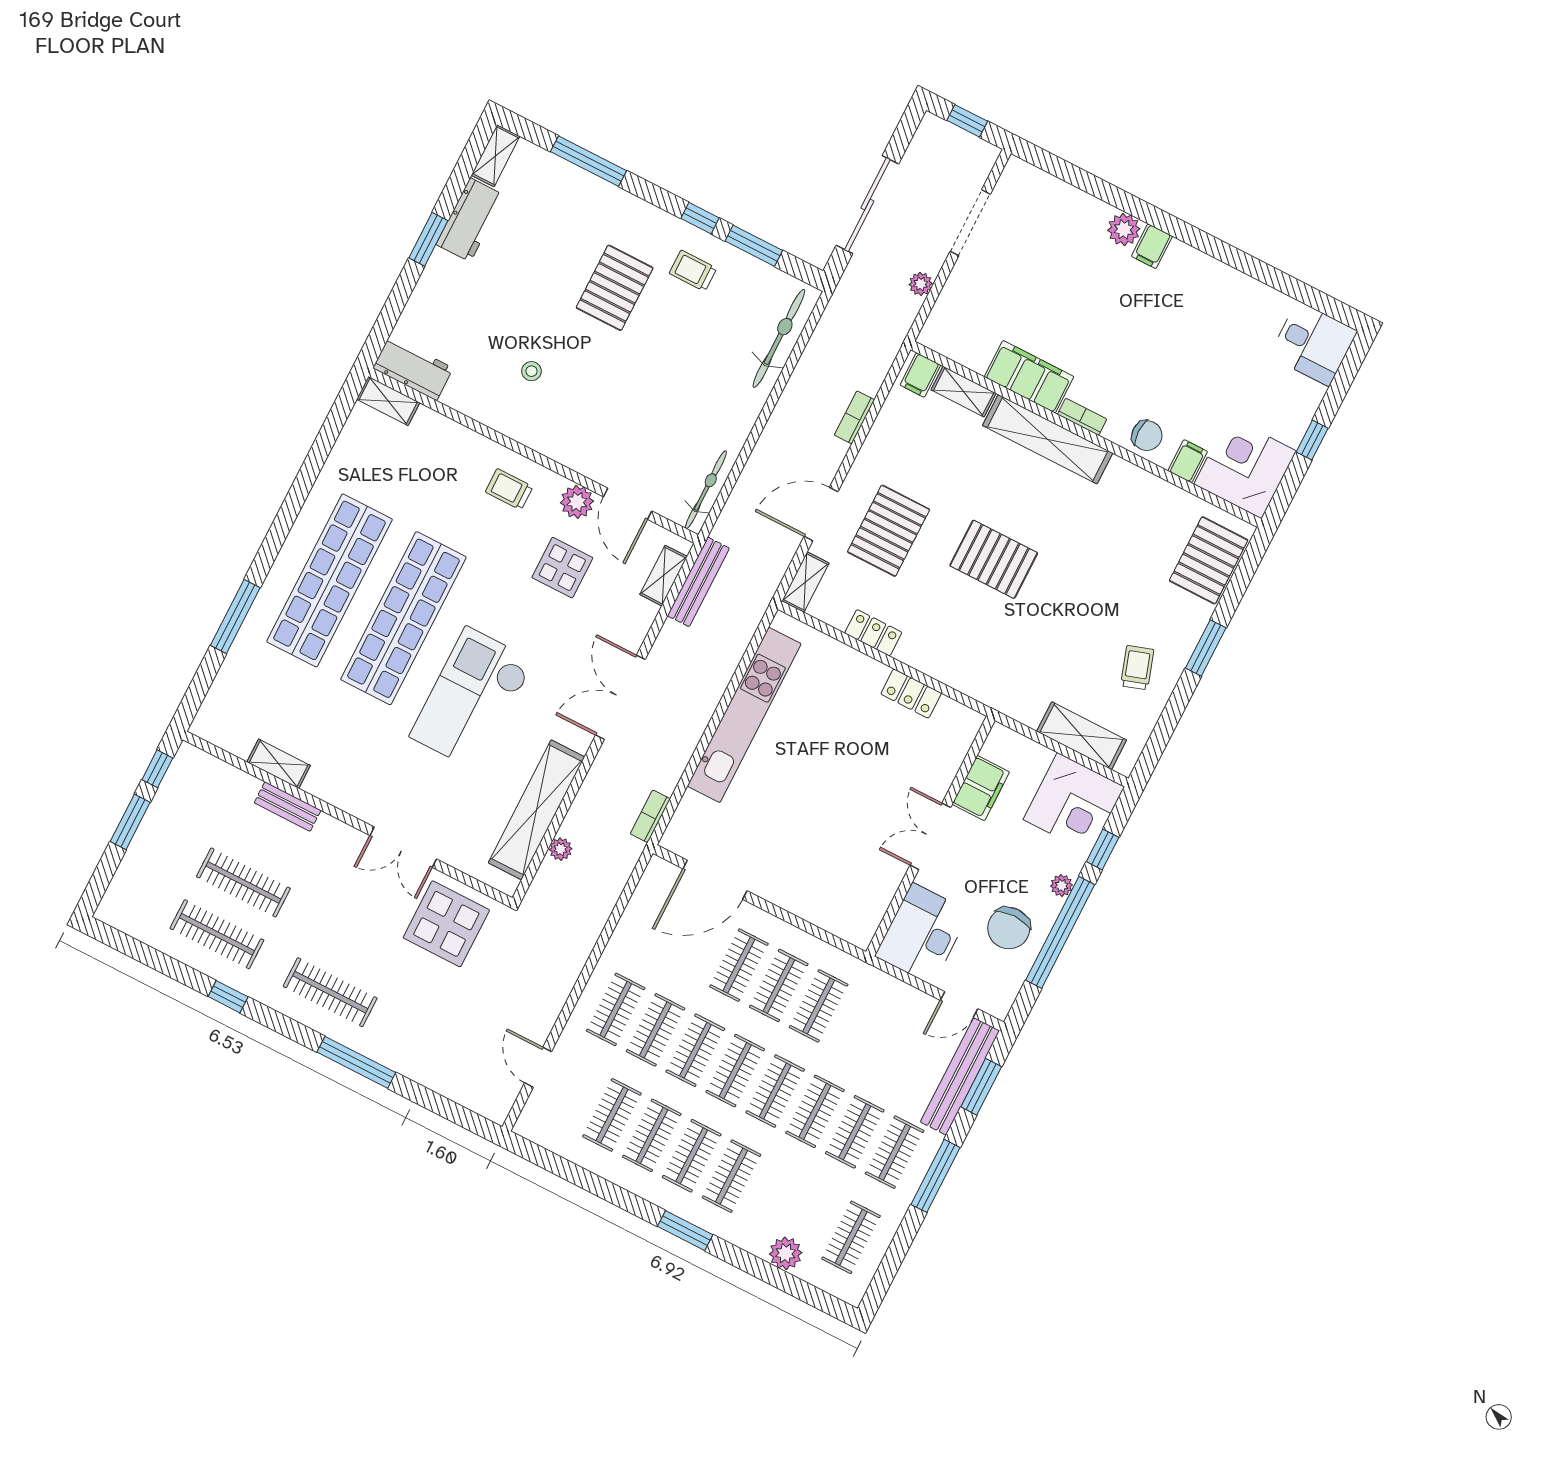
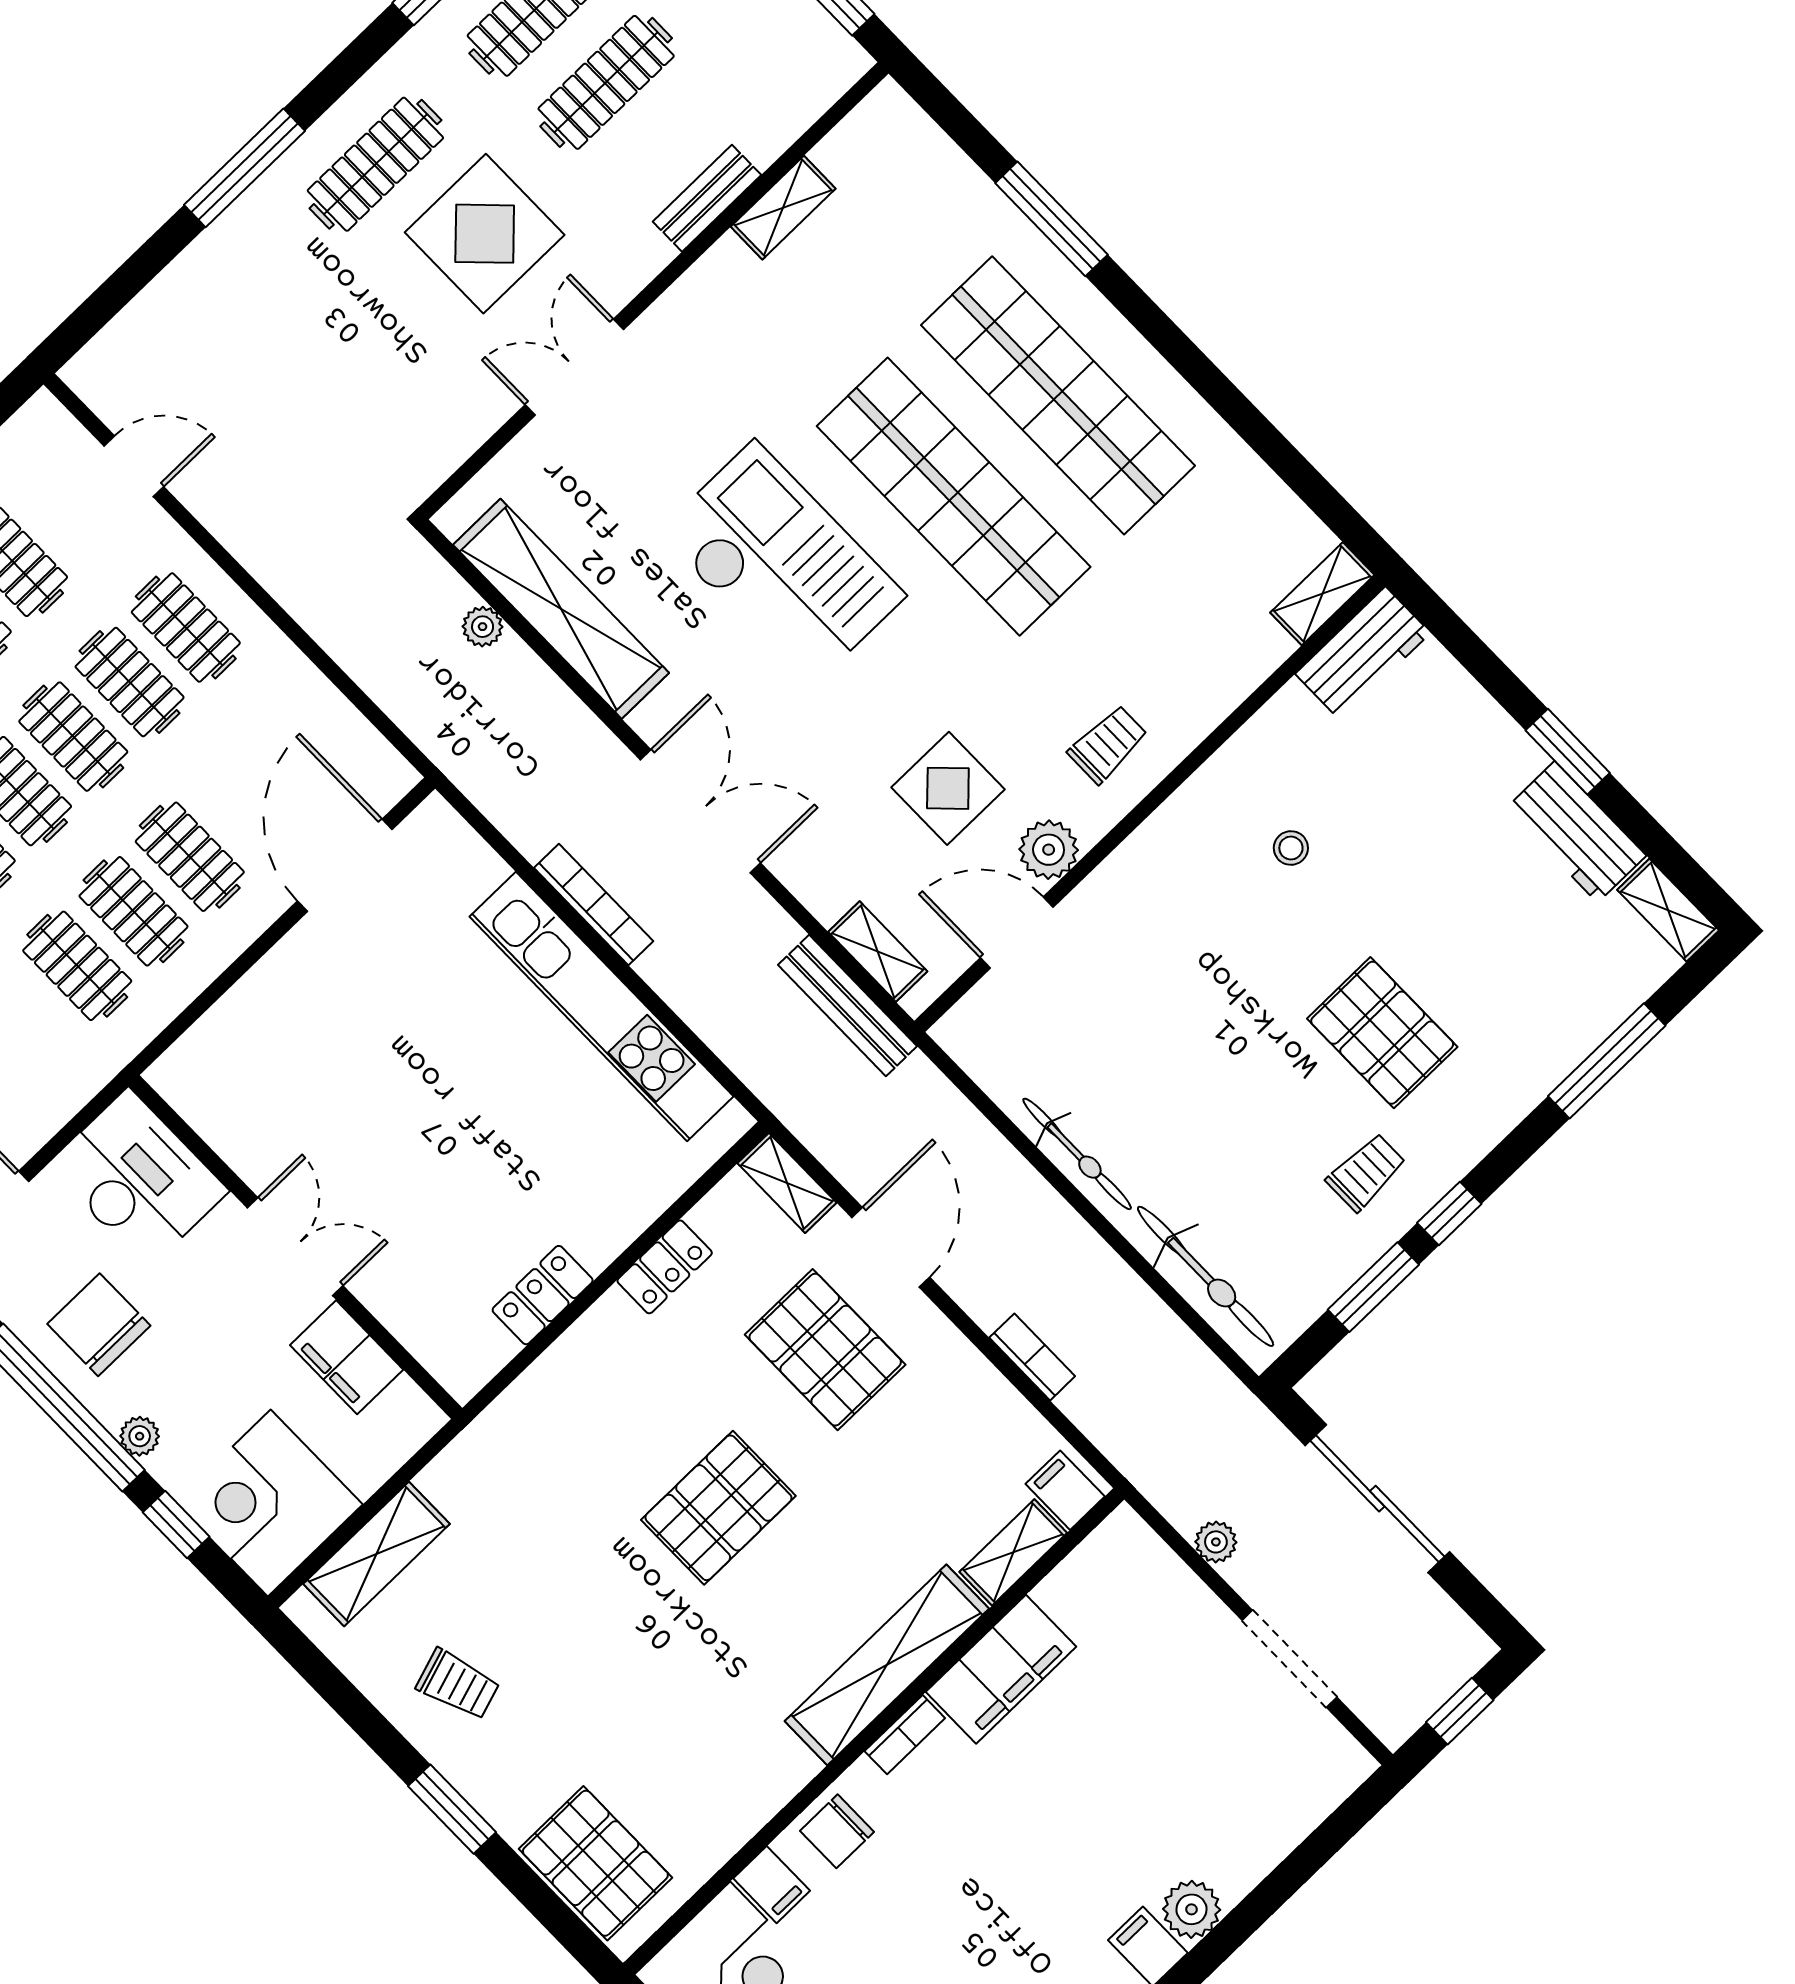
bicycle: (706, 490) -> (1077, 1154), moved
bookcase: (650, 816) -> (594, 905), moved, width x1.56
display table: (446, 924) -> (485, 234), moved

